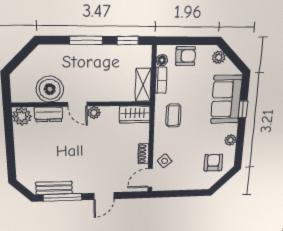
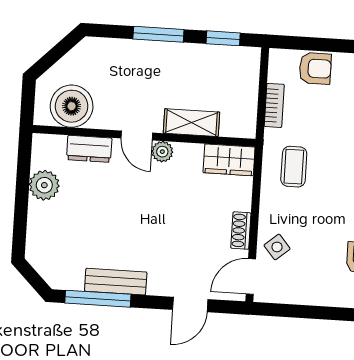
floor lamp: (162, 60) -> (277, 73), removed
shelving: (143, 85) -> (191, 123), moved, turned 90
boiler: (50, 89) -> (72, 106), moved
plant: (22, 116) -> (44, 185), moved
bench: (54, 188) -> (116, 282), moved
door: (104, 196) -> (190, 305), moved

